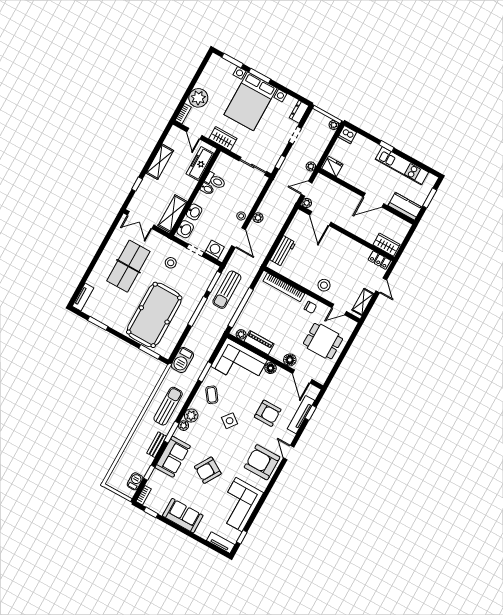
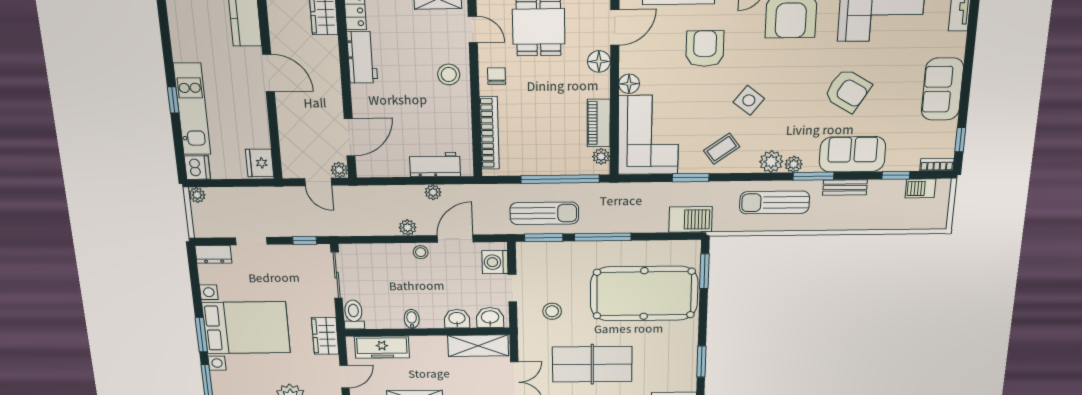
plant: (311, 166) -> (433, 192), moved
kitchen unit: (402, 166) -> (192, 109), moved
toilet: (215, 181) -> (354, 315), moved
workbench: (356, 249) -> (362, 57), added

